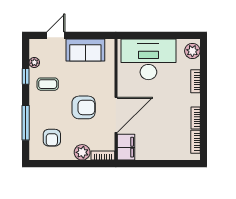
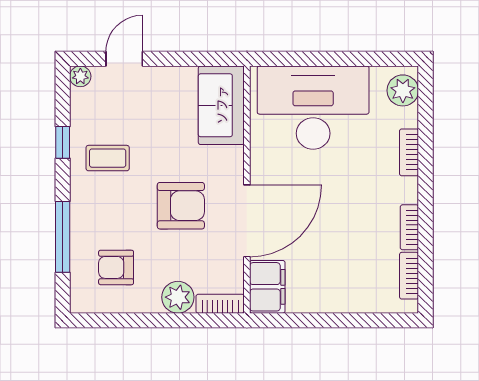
sofa: (85, 50) -> (221, 105), moved, turned 90
plant: (34, 62) -> (80, 76), moved
armchair: (52, 138) -> (116, 267), turned 90

